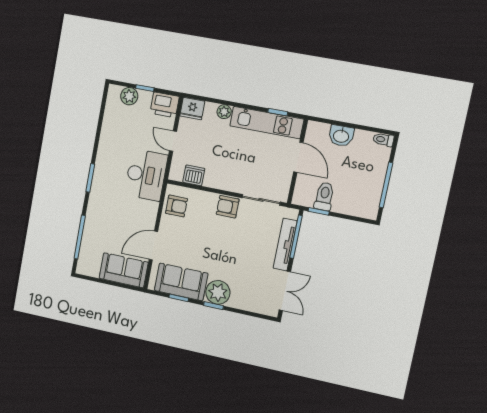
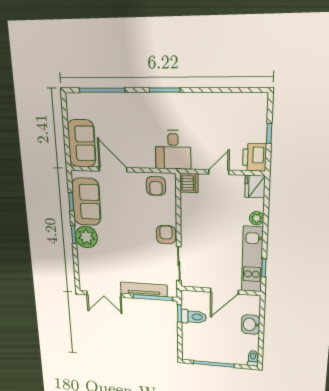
plant: (129, 96) -> (258, 118), removed
desk: (146, 175) -> (173, 150), width x0.73
dishwasher: (194, 175) -> (189, 183), moved

